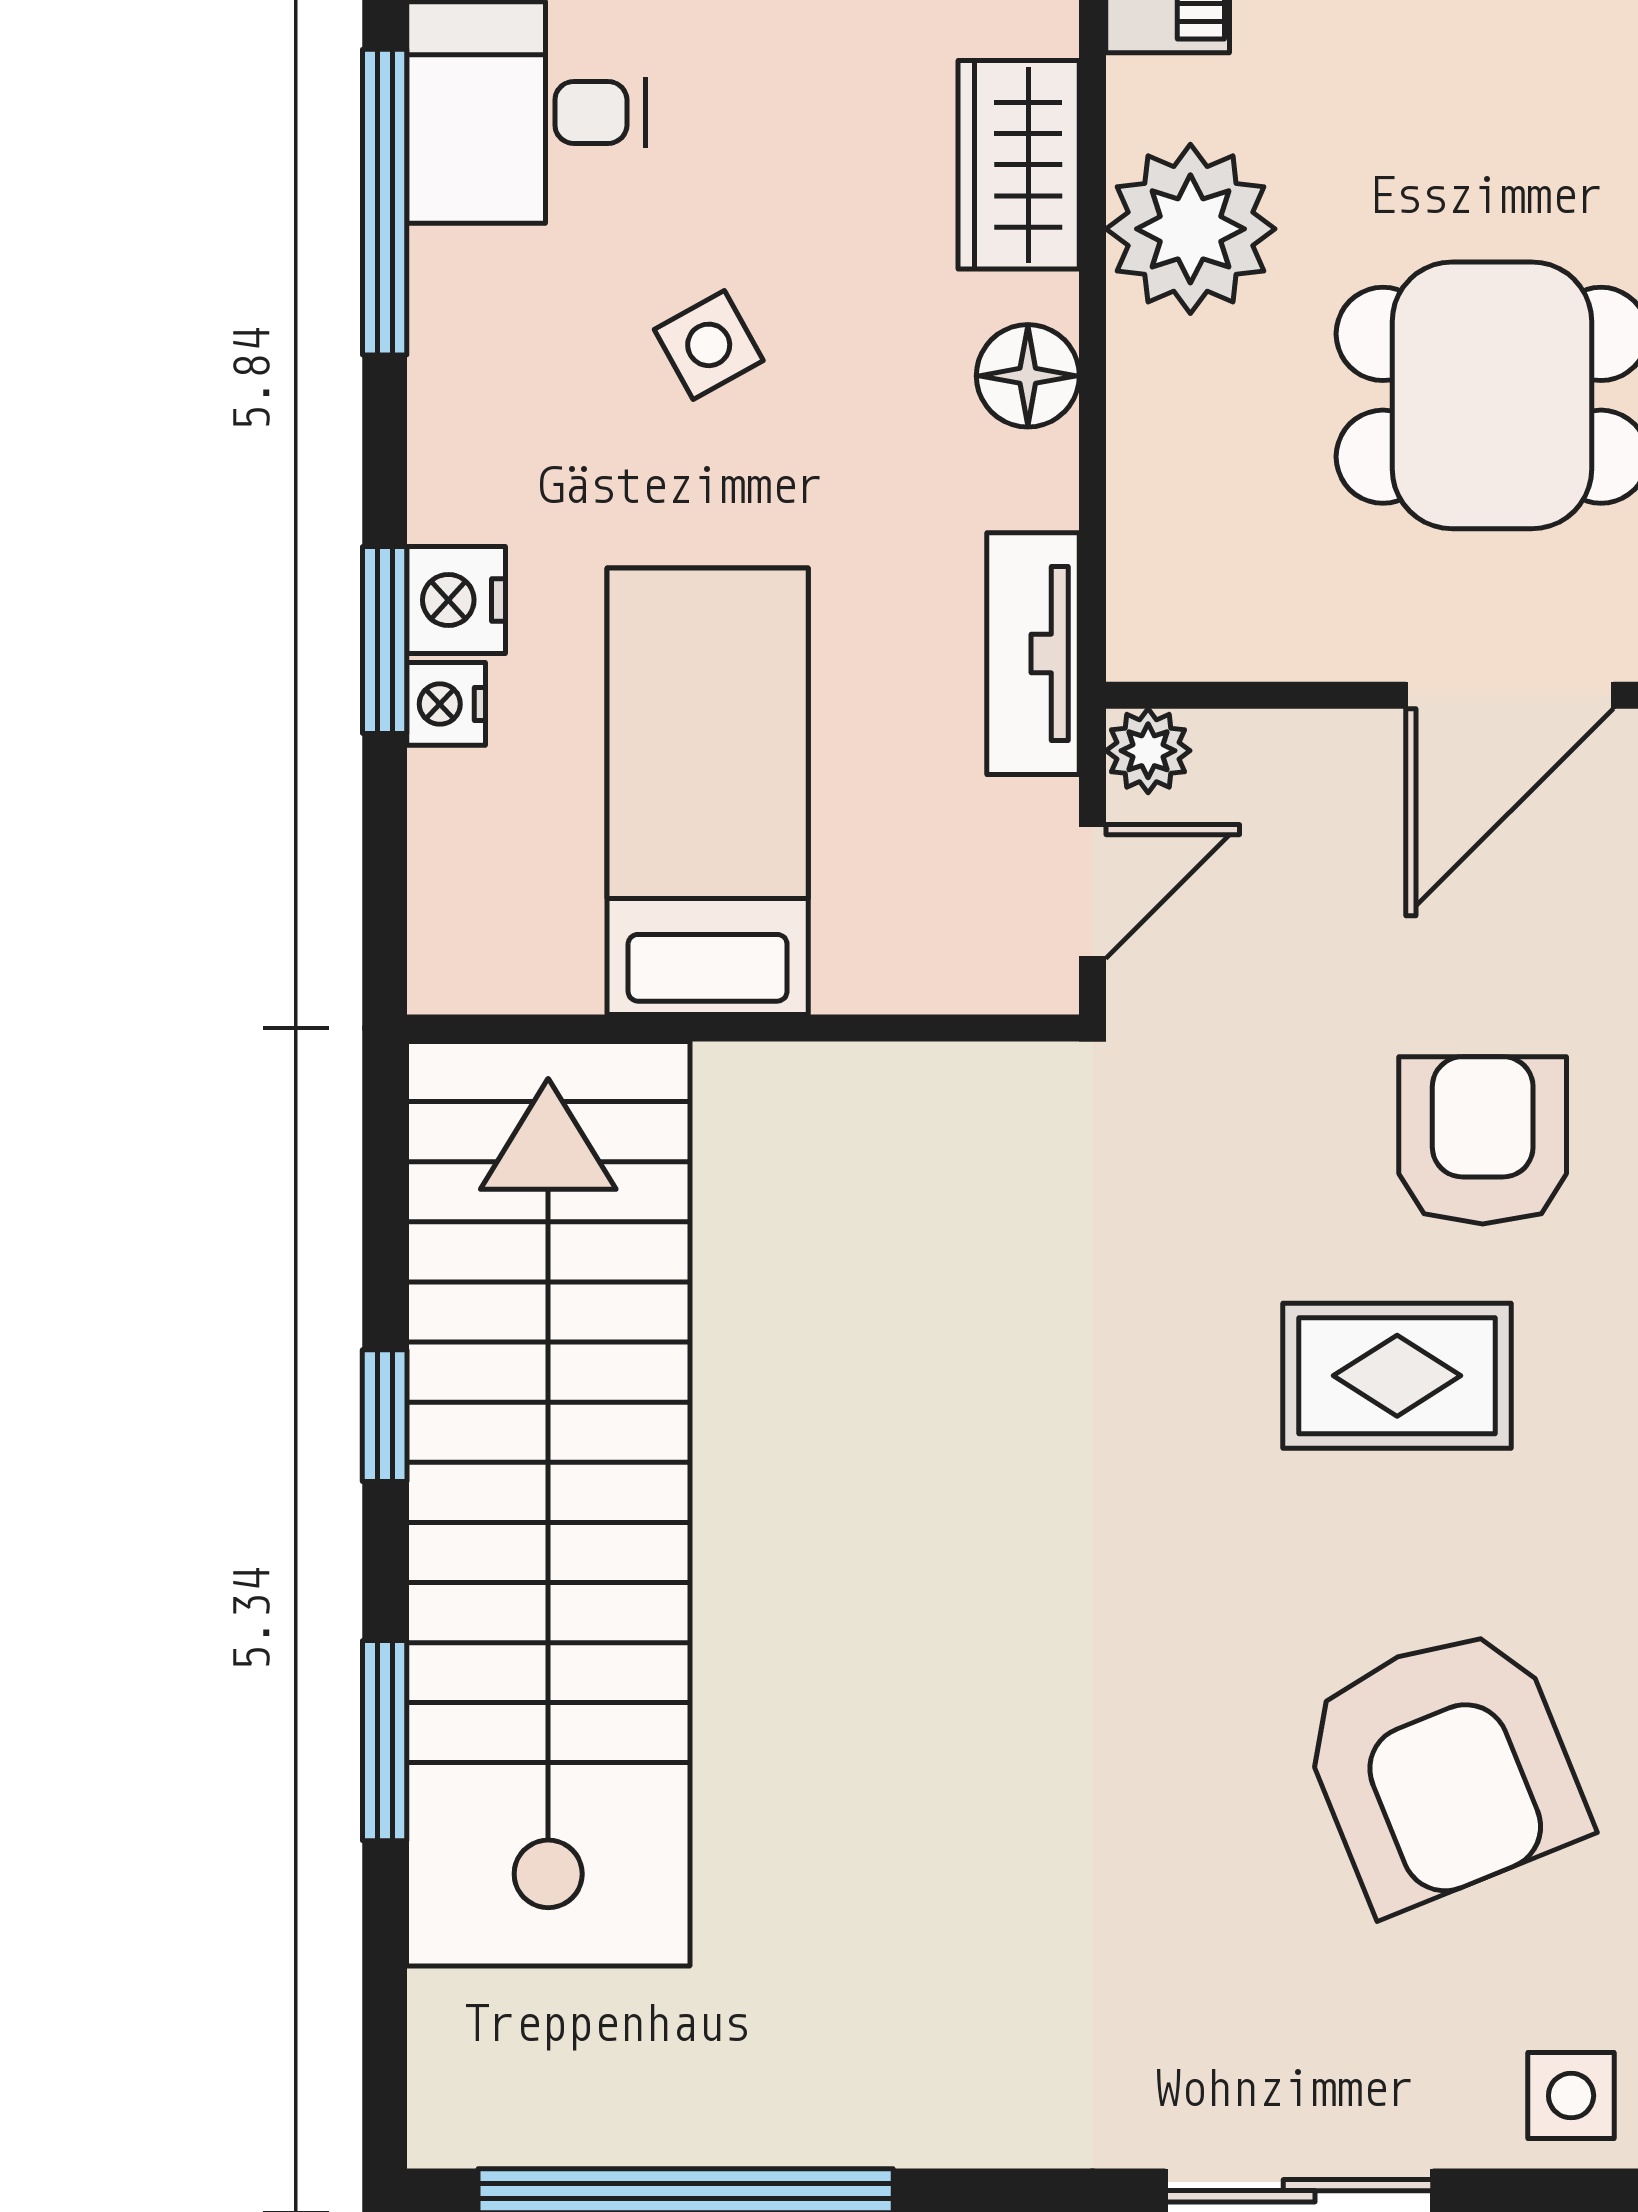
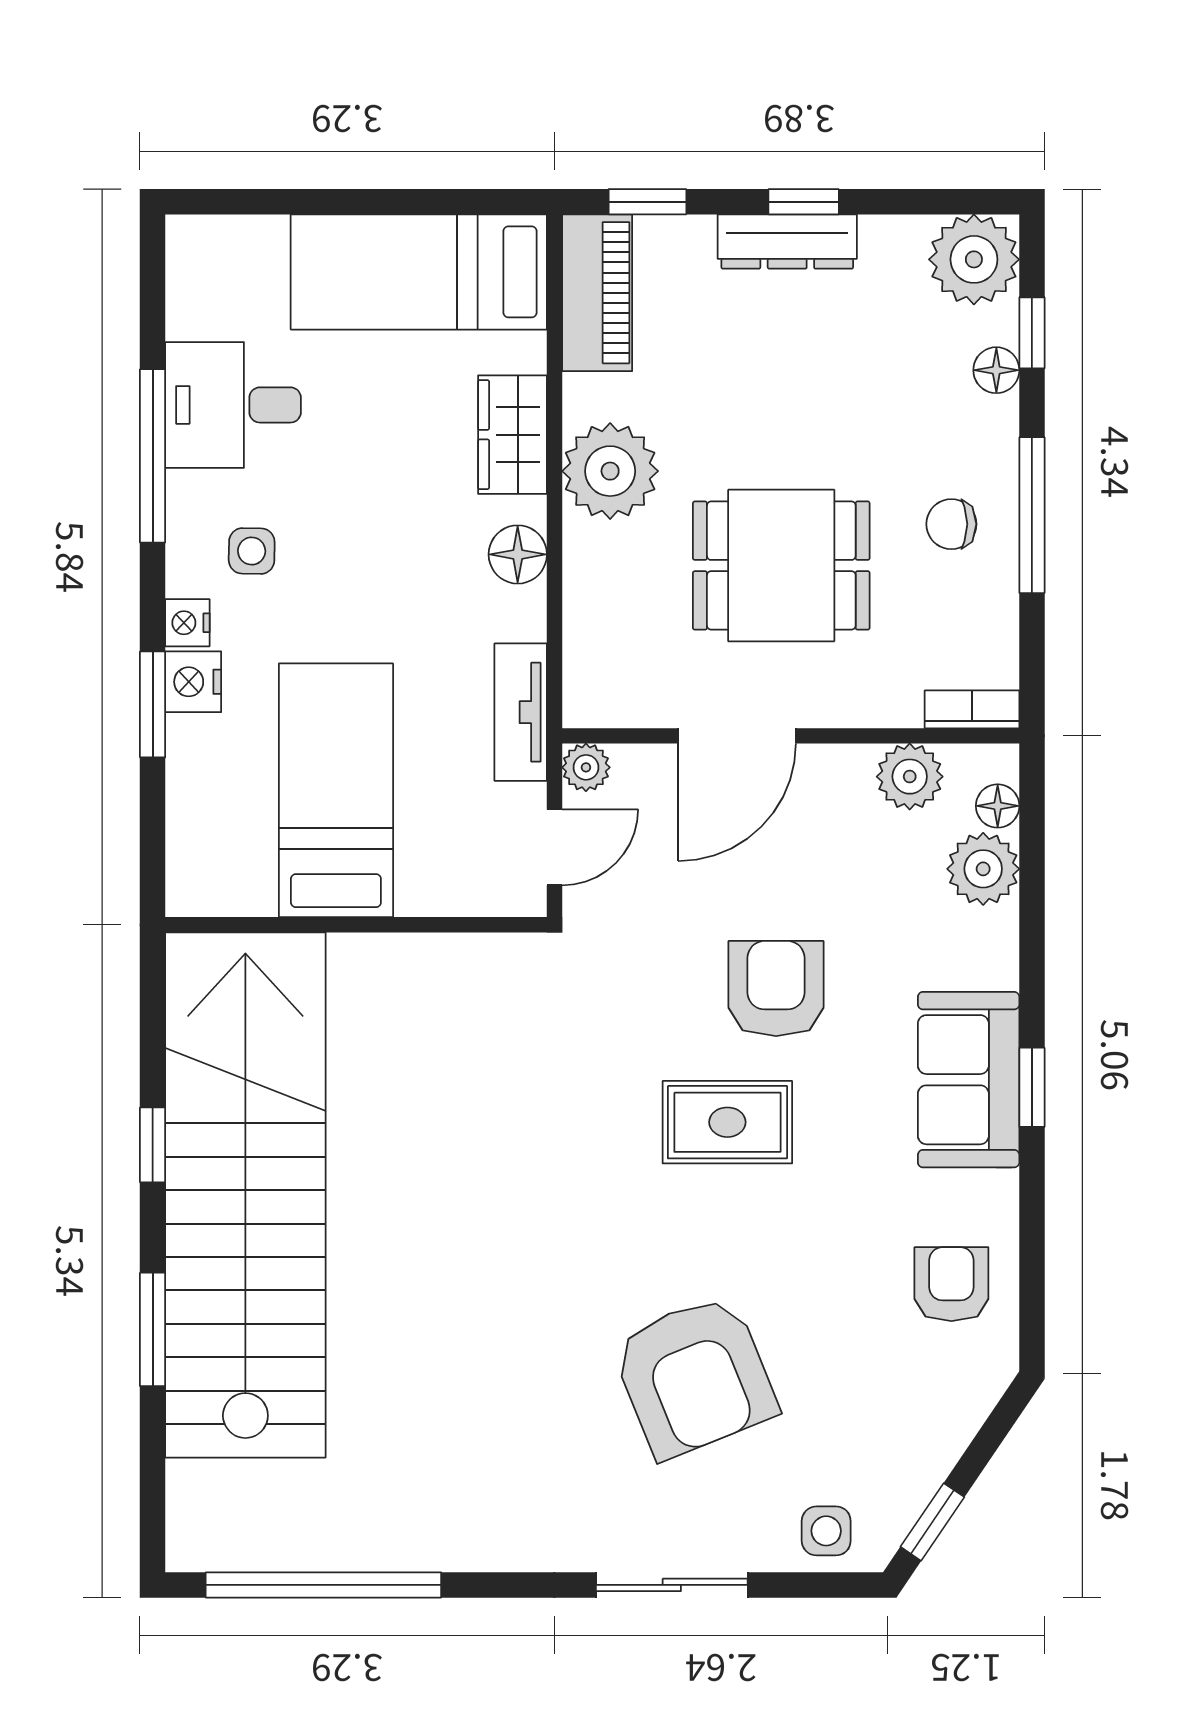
side table: (709, 345) -> (252, 551), moved, turned 30
door: (1510, 695) -> (737, 736), moved
nightstand: (446, 704) -> (187, 623), moved
armchair: (1443, 1767) -> (694, 1376), moved

